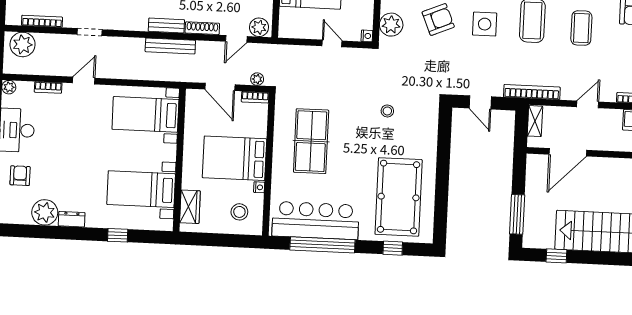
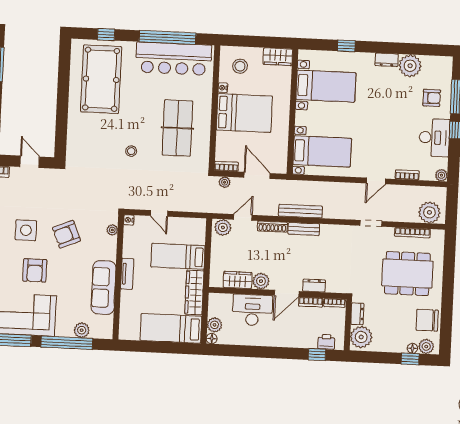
plant: (391, 25) -> (112, 230), width x0.53, depth x0.53
stool: (387, 111) -> (131, 151), moved
armchair: (20, 176) -> (432, 98), turned -90
wardrobe: (190, 207) -> (278, 57), moved, turned -90

